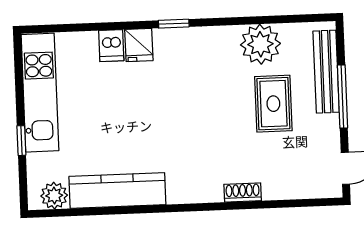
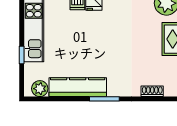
window: (163, 209) -> (104, 99), added

